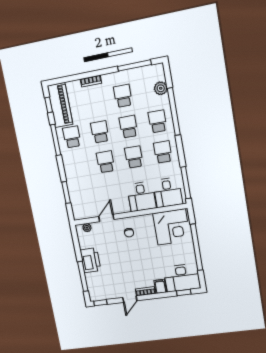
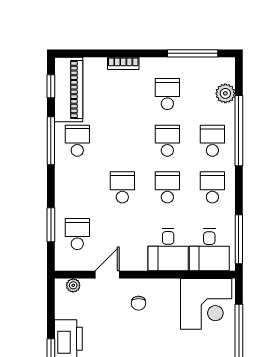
school desk: (100, 132) -> (77, 234), moved

